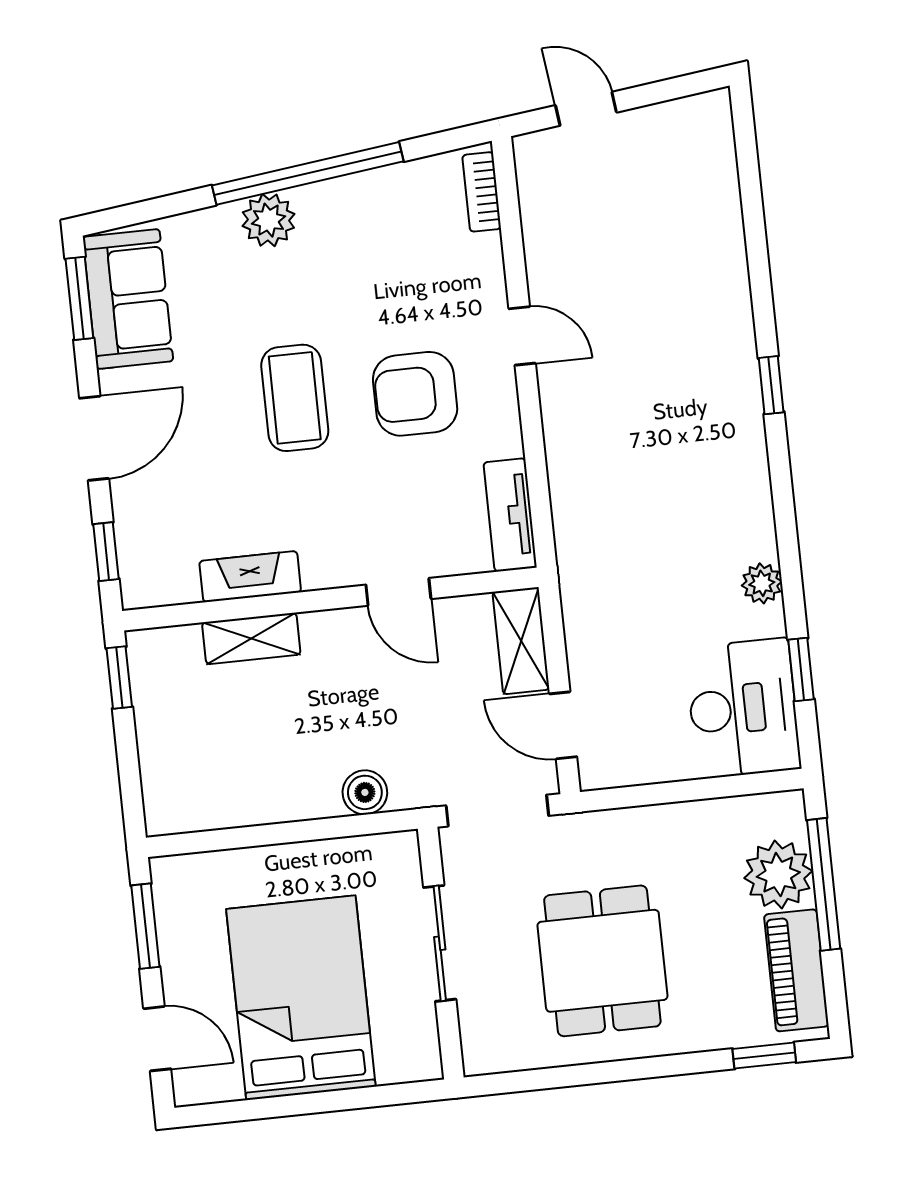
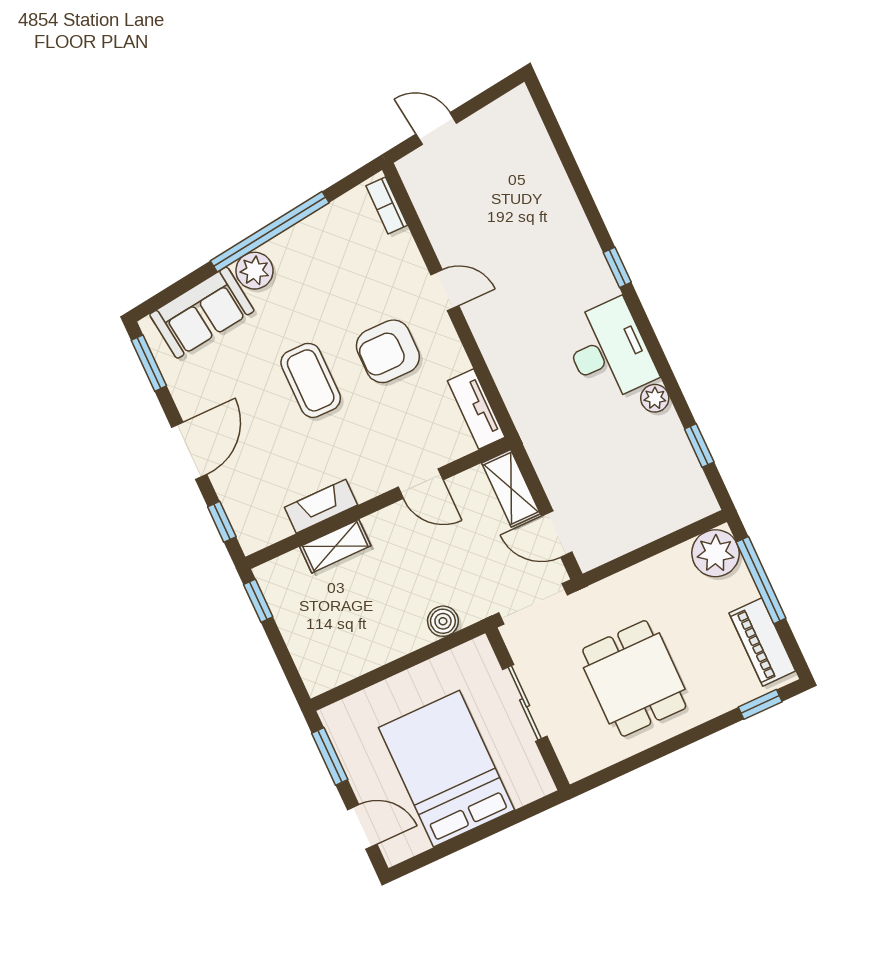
sofa: (128, 299) -> (202, 313), moved, turned 83
desk: (743, 708) -> (609, 351), moved
plant: (778, 874) -> (715, 553), moved

